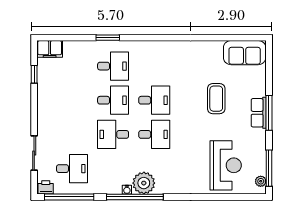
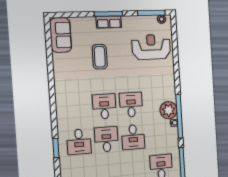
desk: (113, 66) -> (79, 142), turned 180
coffee table: (216, 99) -> (100, 57), turned 90

